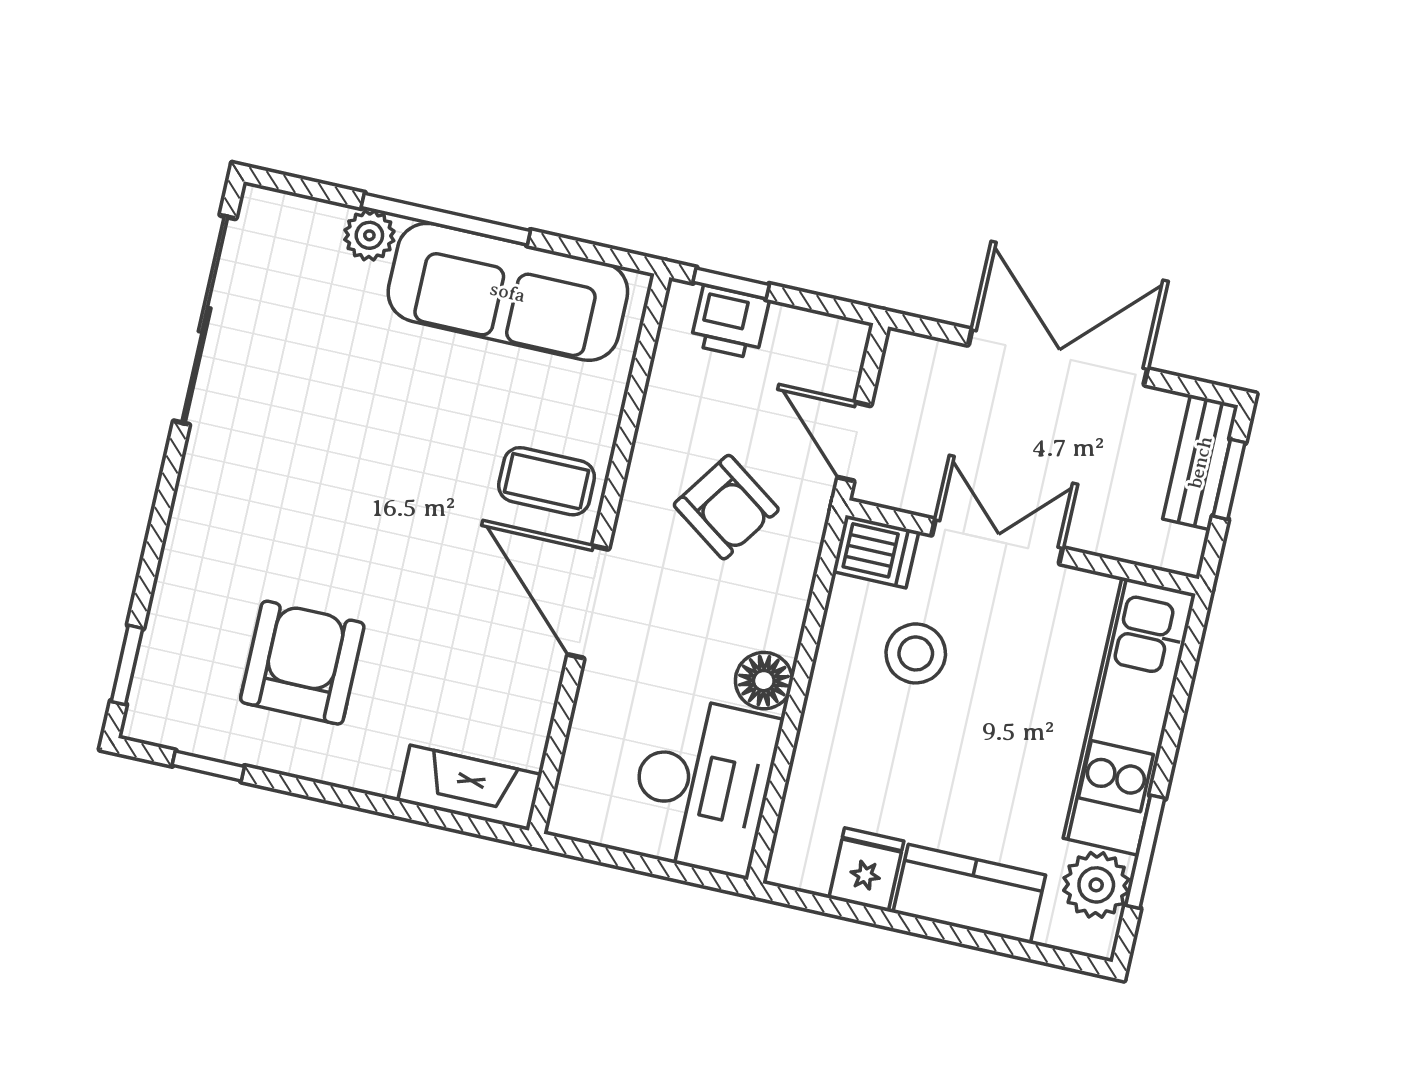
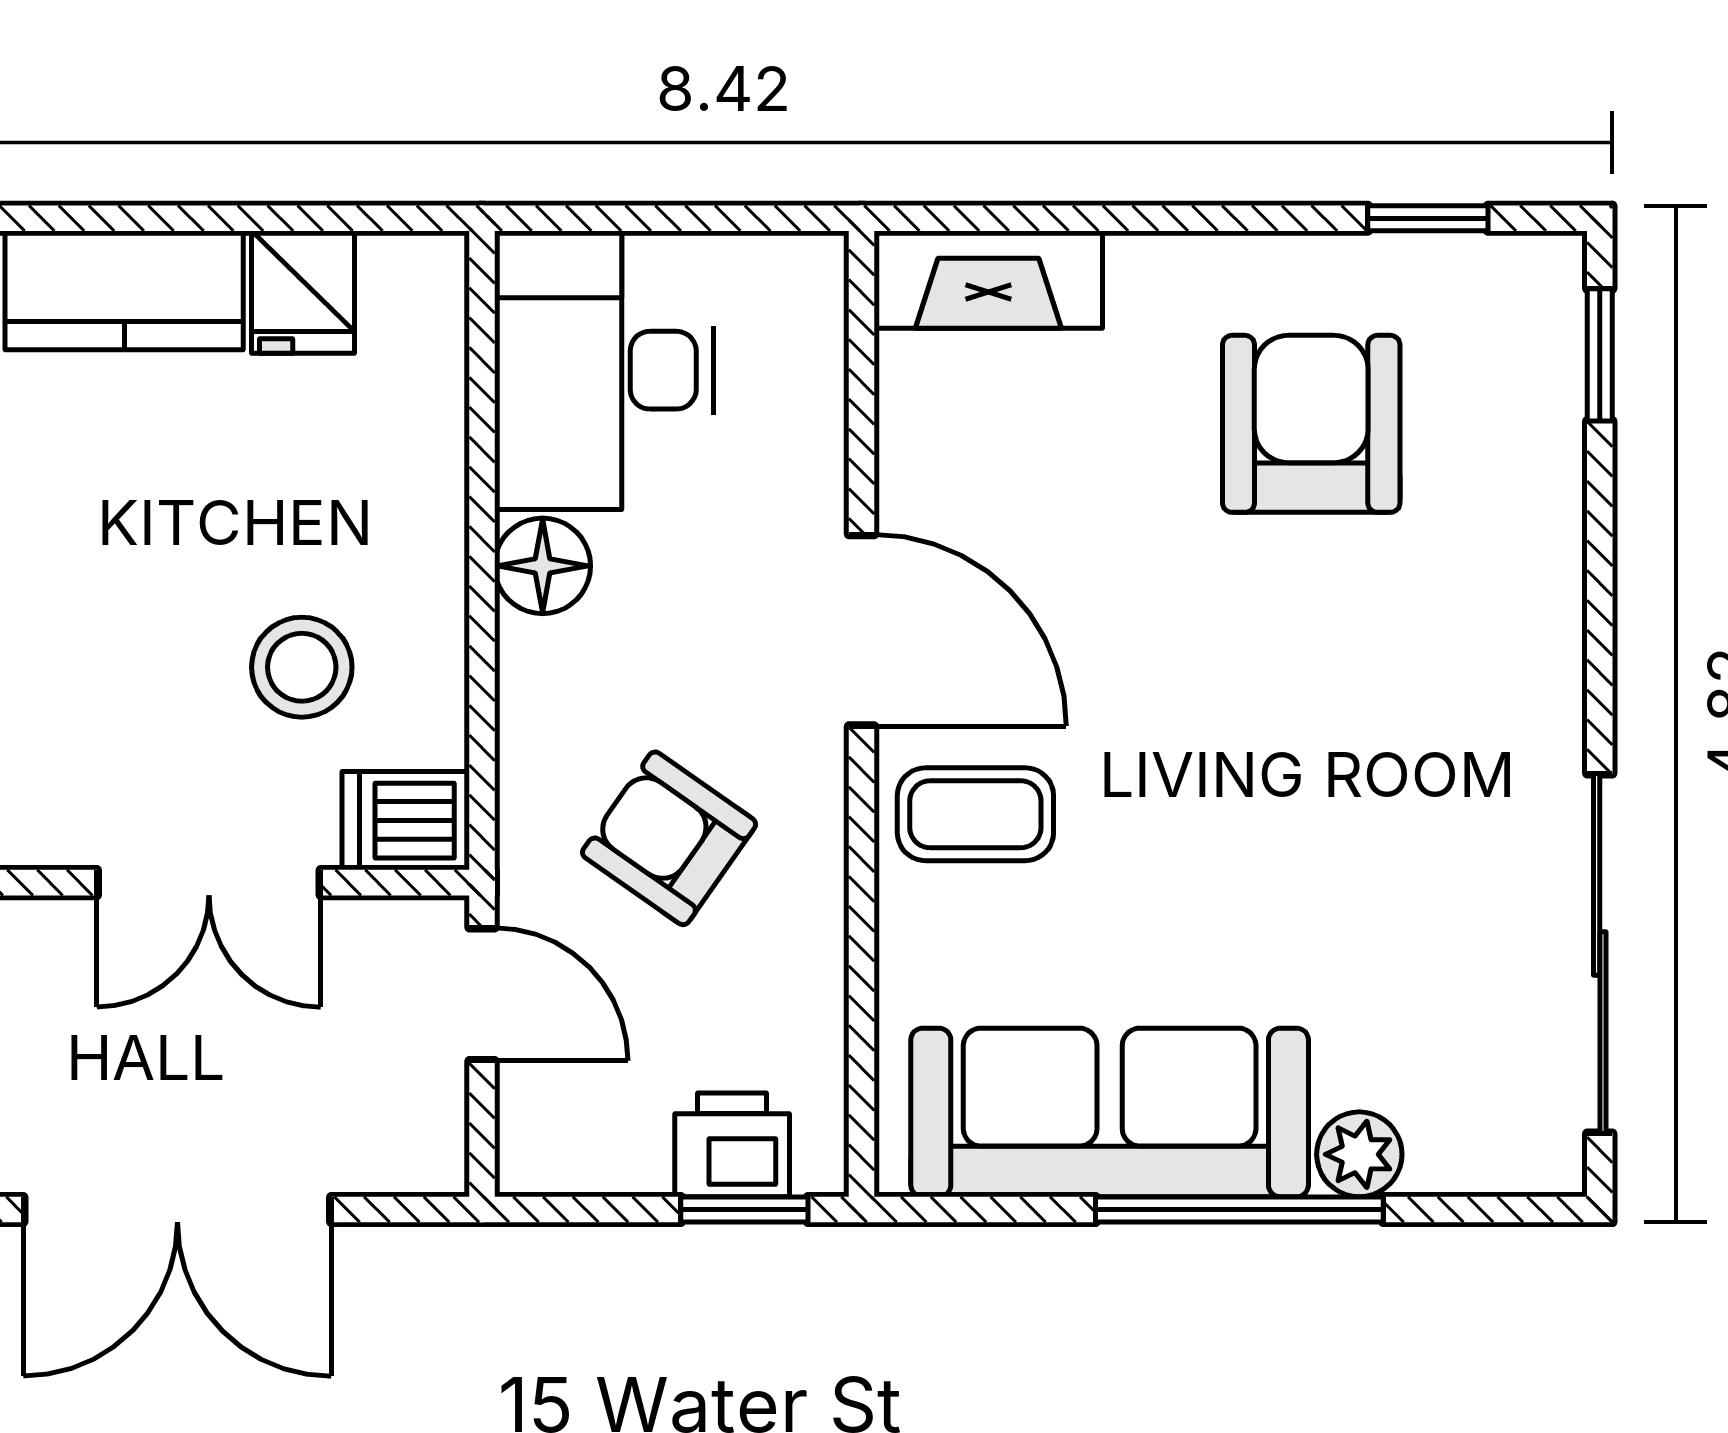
armchair: (302, 663) -> (1311, 424), turned 180

